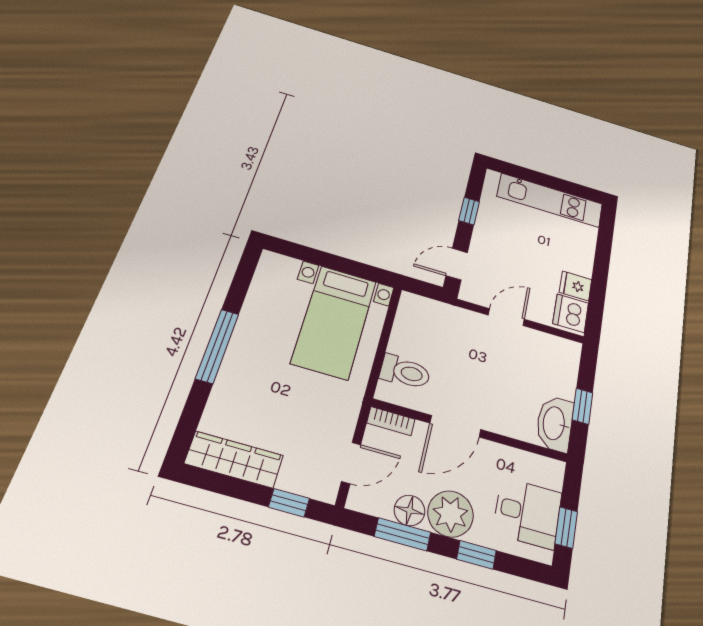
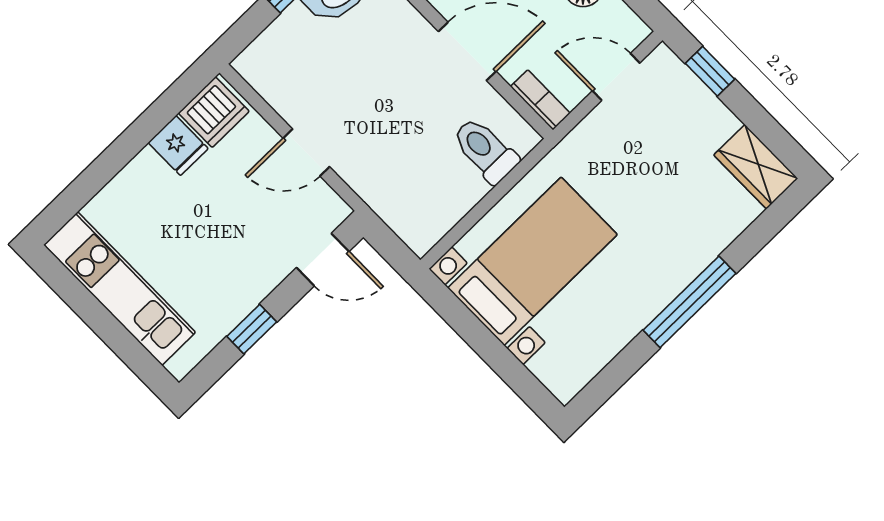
wardrobe: (234, 459) -> (756, 167), width x0.67

